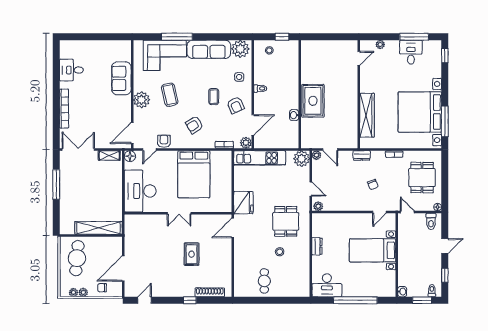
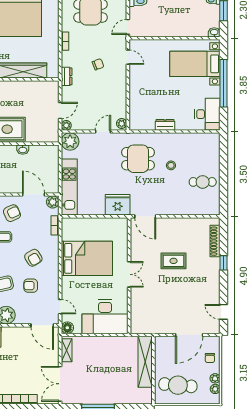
armchair: (164, 141) -> (31, 286), moved
bed with nightstands: (373, 250) -> (195, 64), moved, turned 90
door: (123, 269) -> (189, 335), hinge flipped

